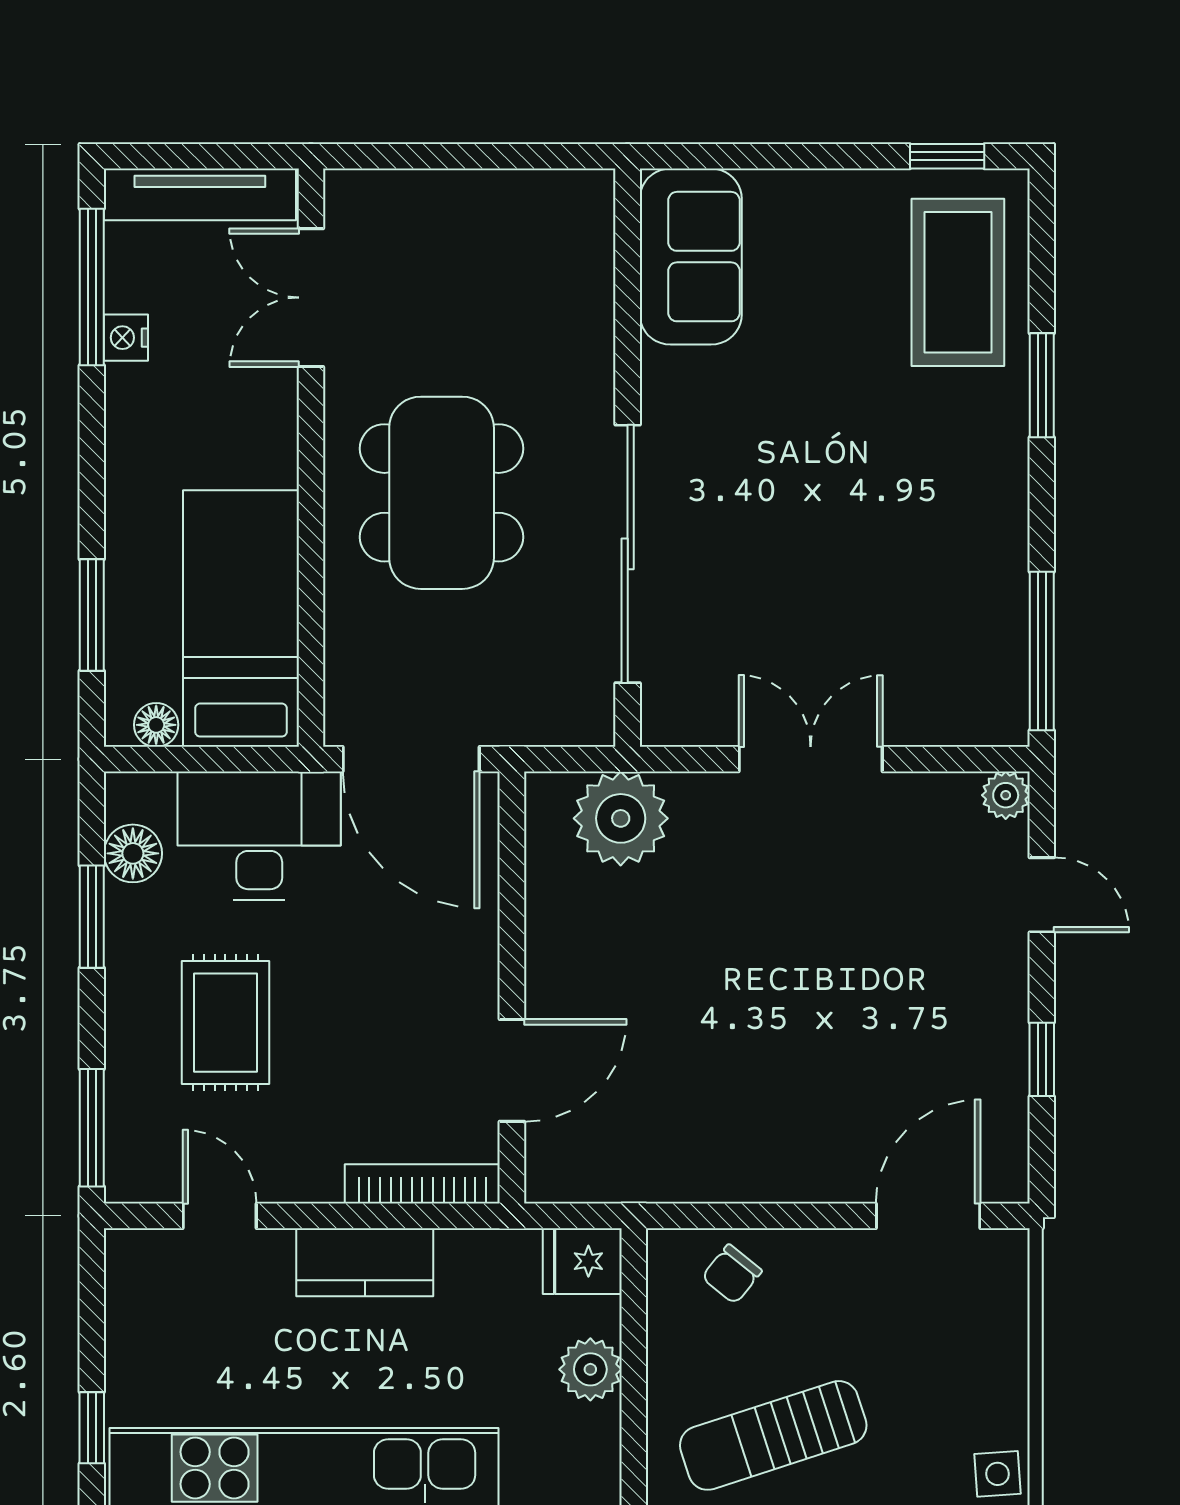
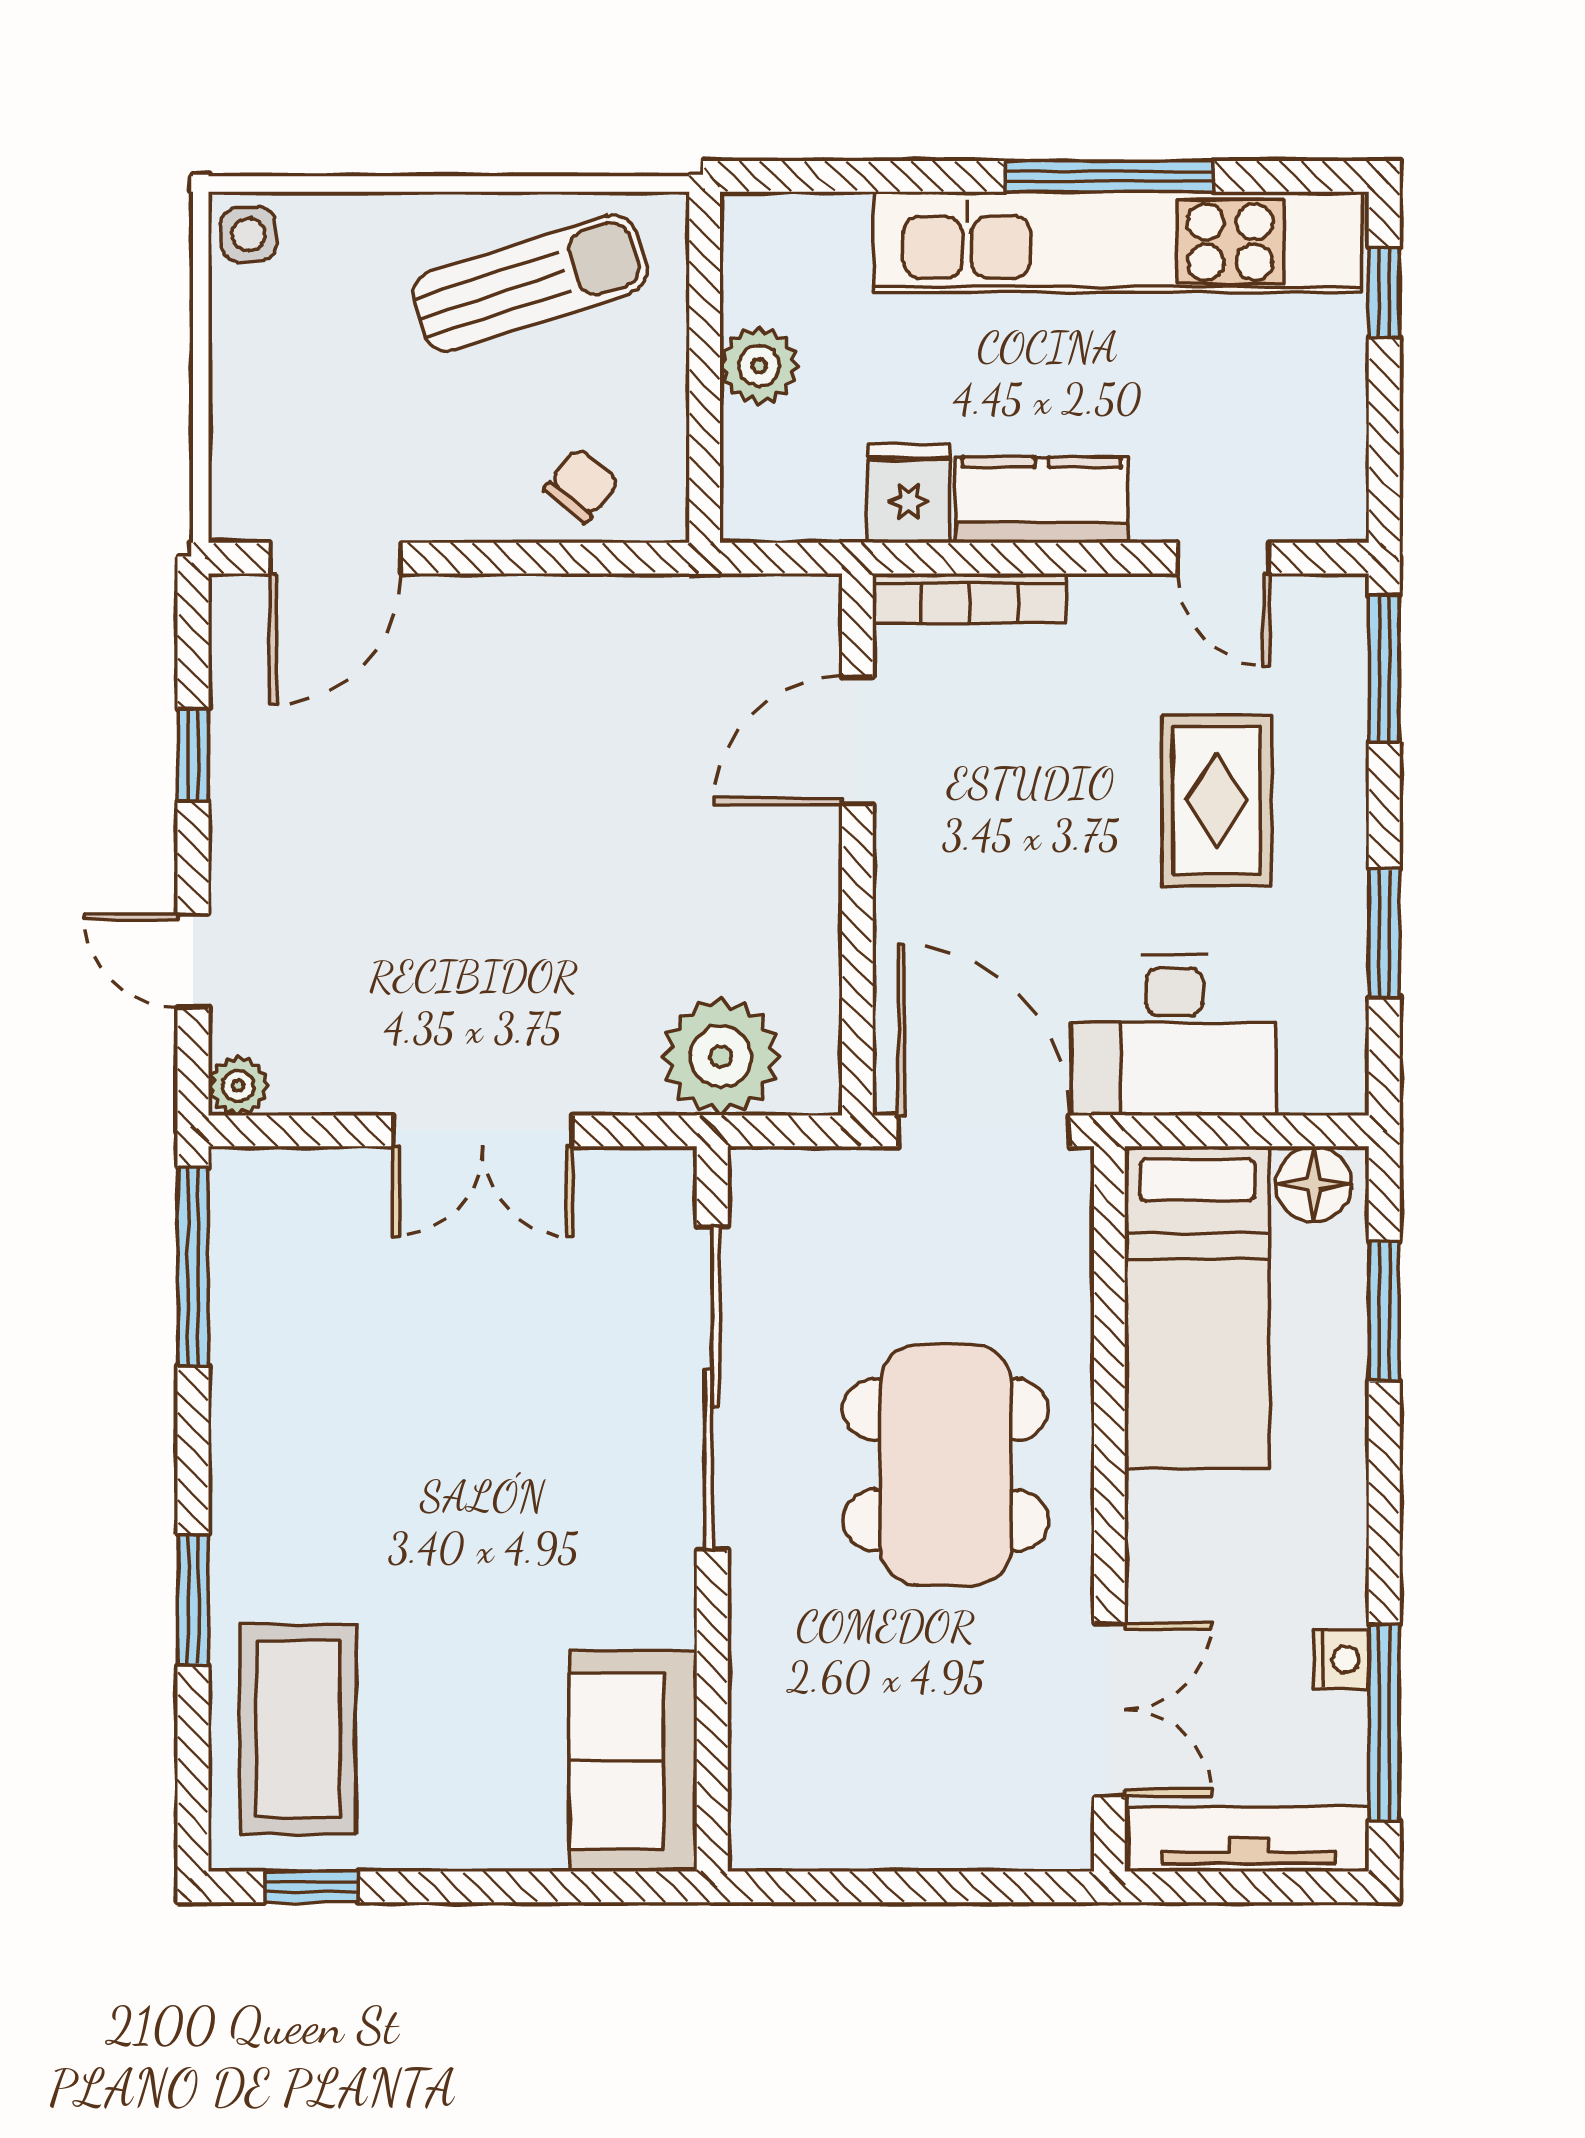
floor lamp: (156, 725) -> (1314, 1184), width x1.37, depth x1.37
floor lamp: (133, 853) -> (1333, 1013), removed
fridge: (582, 1261) -> (908, 494), moved, turned -90

